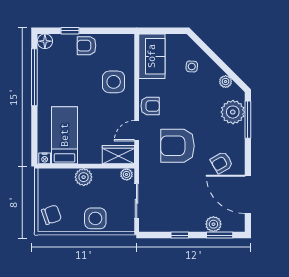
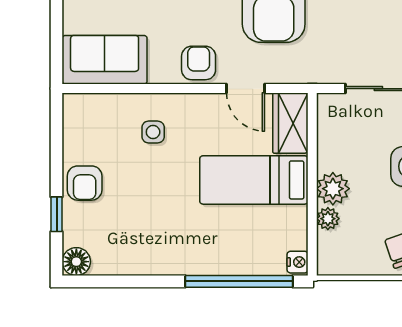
window: (34, 77) -> (239, 281), moved
side table: (114, 82) -> (153, 132), width x0.54, depth x0.54
bed: (65, 135) -> (254, 180), moved
plant: (127, 174) -> (328, 219), moved

